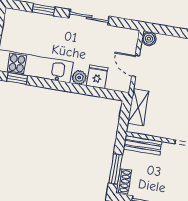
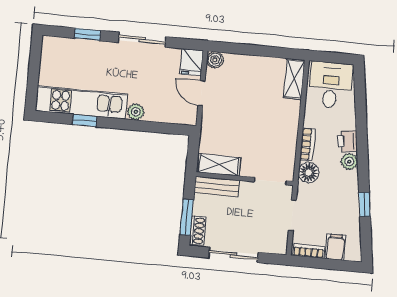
fridge: (97, 77) -> (192, 62), moved, turned 180
window: (17, 78) -> (85, 120), moved
shelving: (138, 107) -> (219, 165), moved, turned 90

